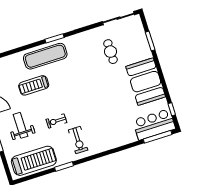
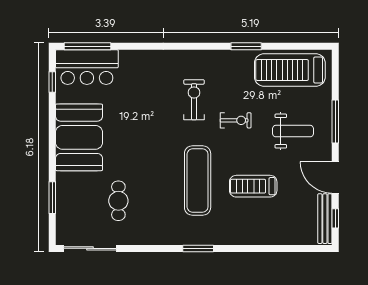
exercise mat: (45, 56) -> (198, 180), moved, turned 90
treadmill: (34, 85) -> (253, 186), turned 180
weight bench: (21, 125) -> (293, 131), turned -90
exercise bike: (78, 140) -> (194, 100), moved

